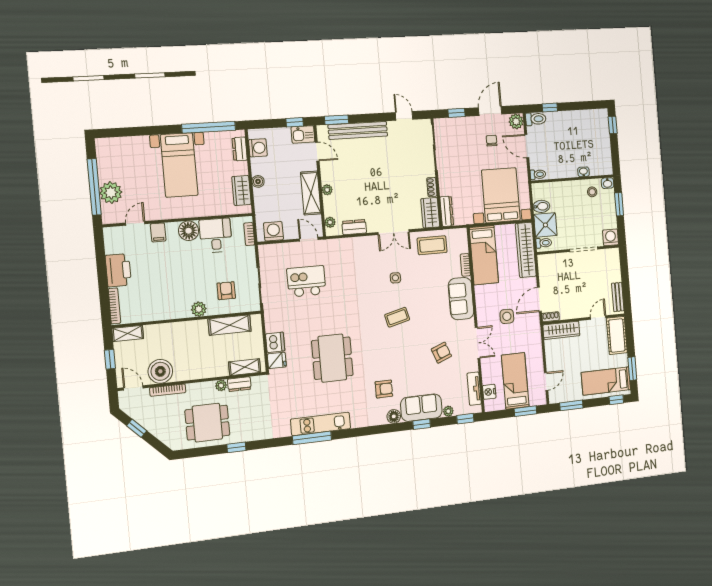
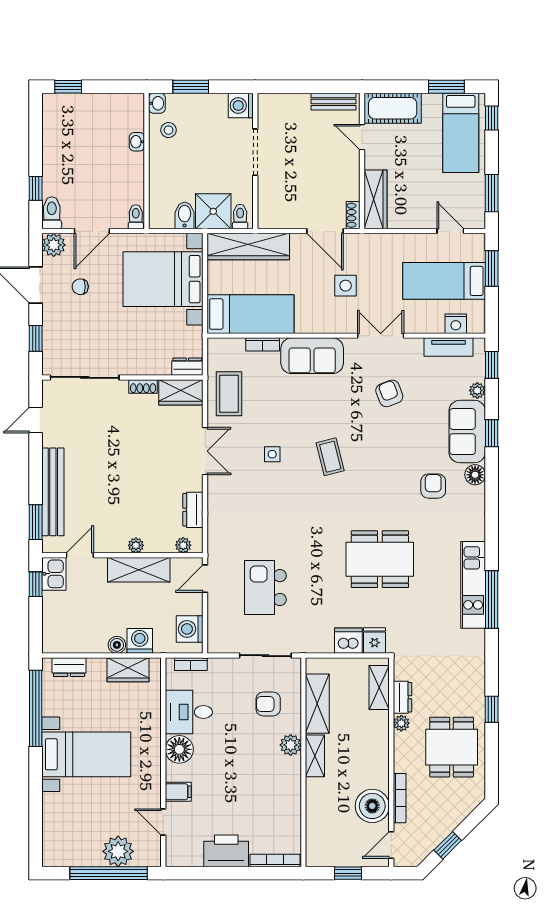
washing machine: (258, 148) -> (140, 641), moved
dresser: (447, 211) -> (187, 367), width x0.70
shelving: (128, 333) -> (315, 756), moved

